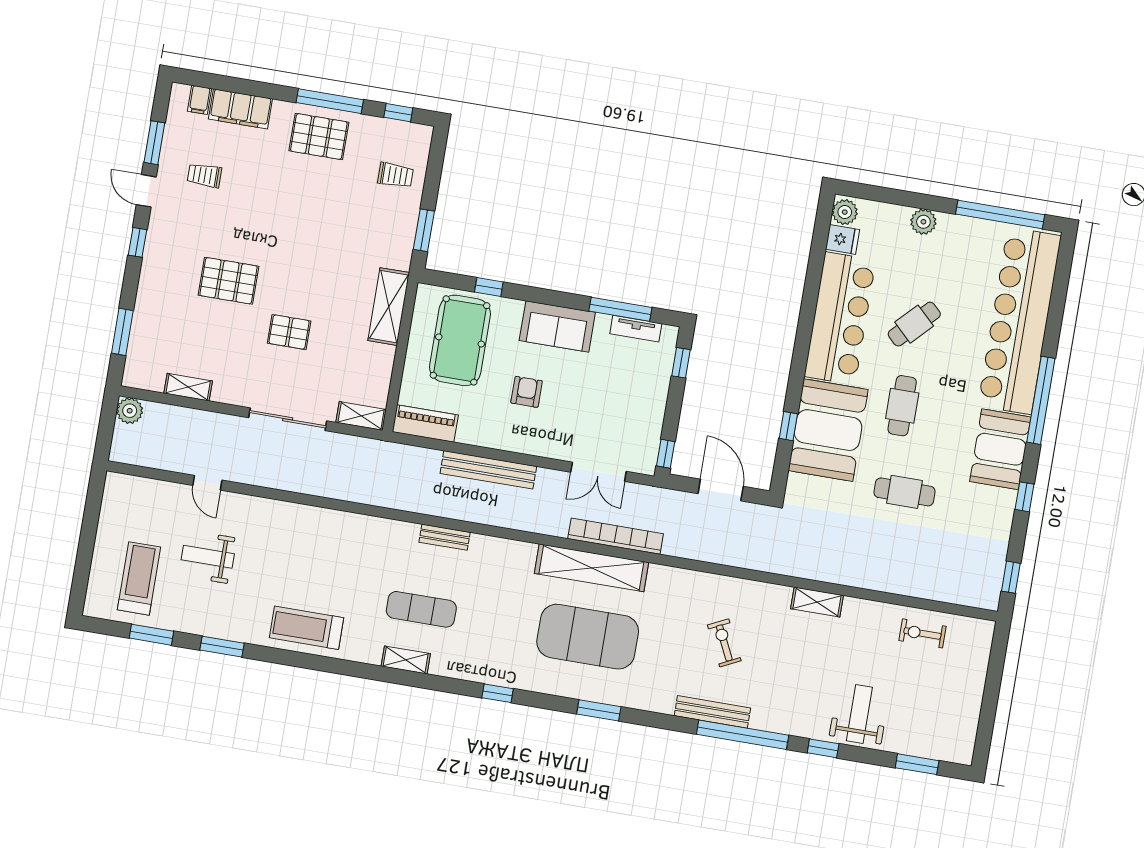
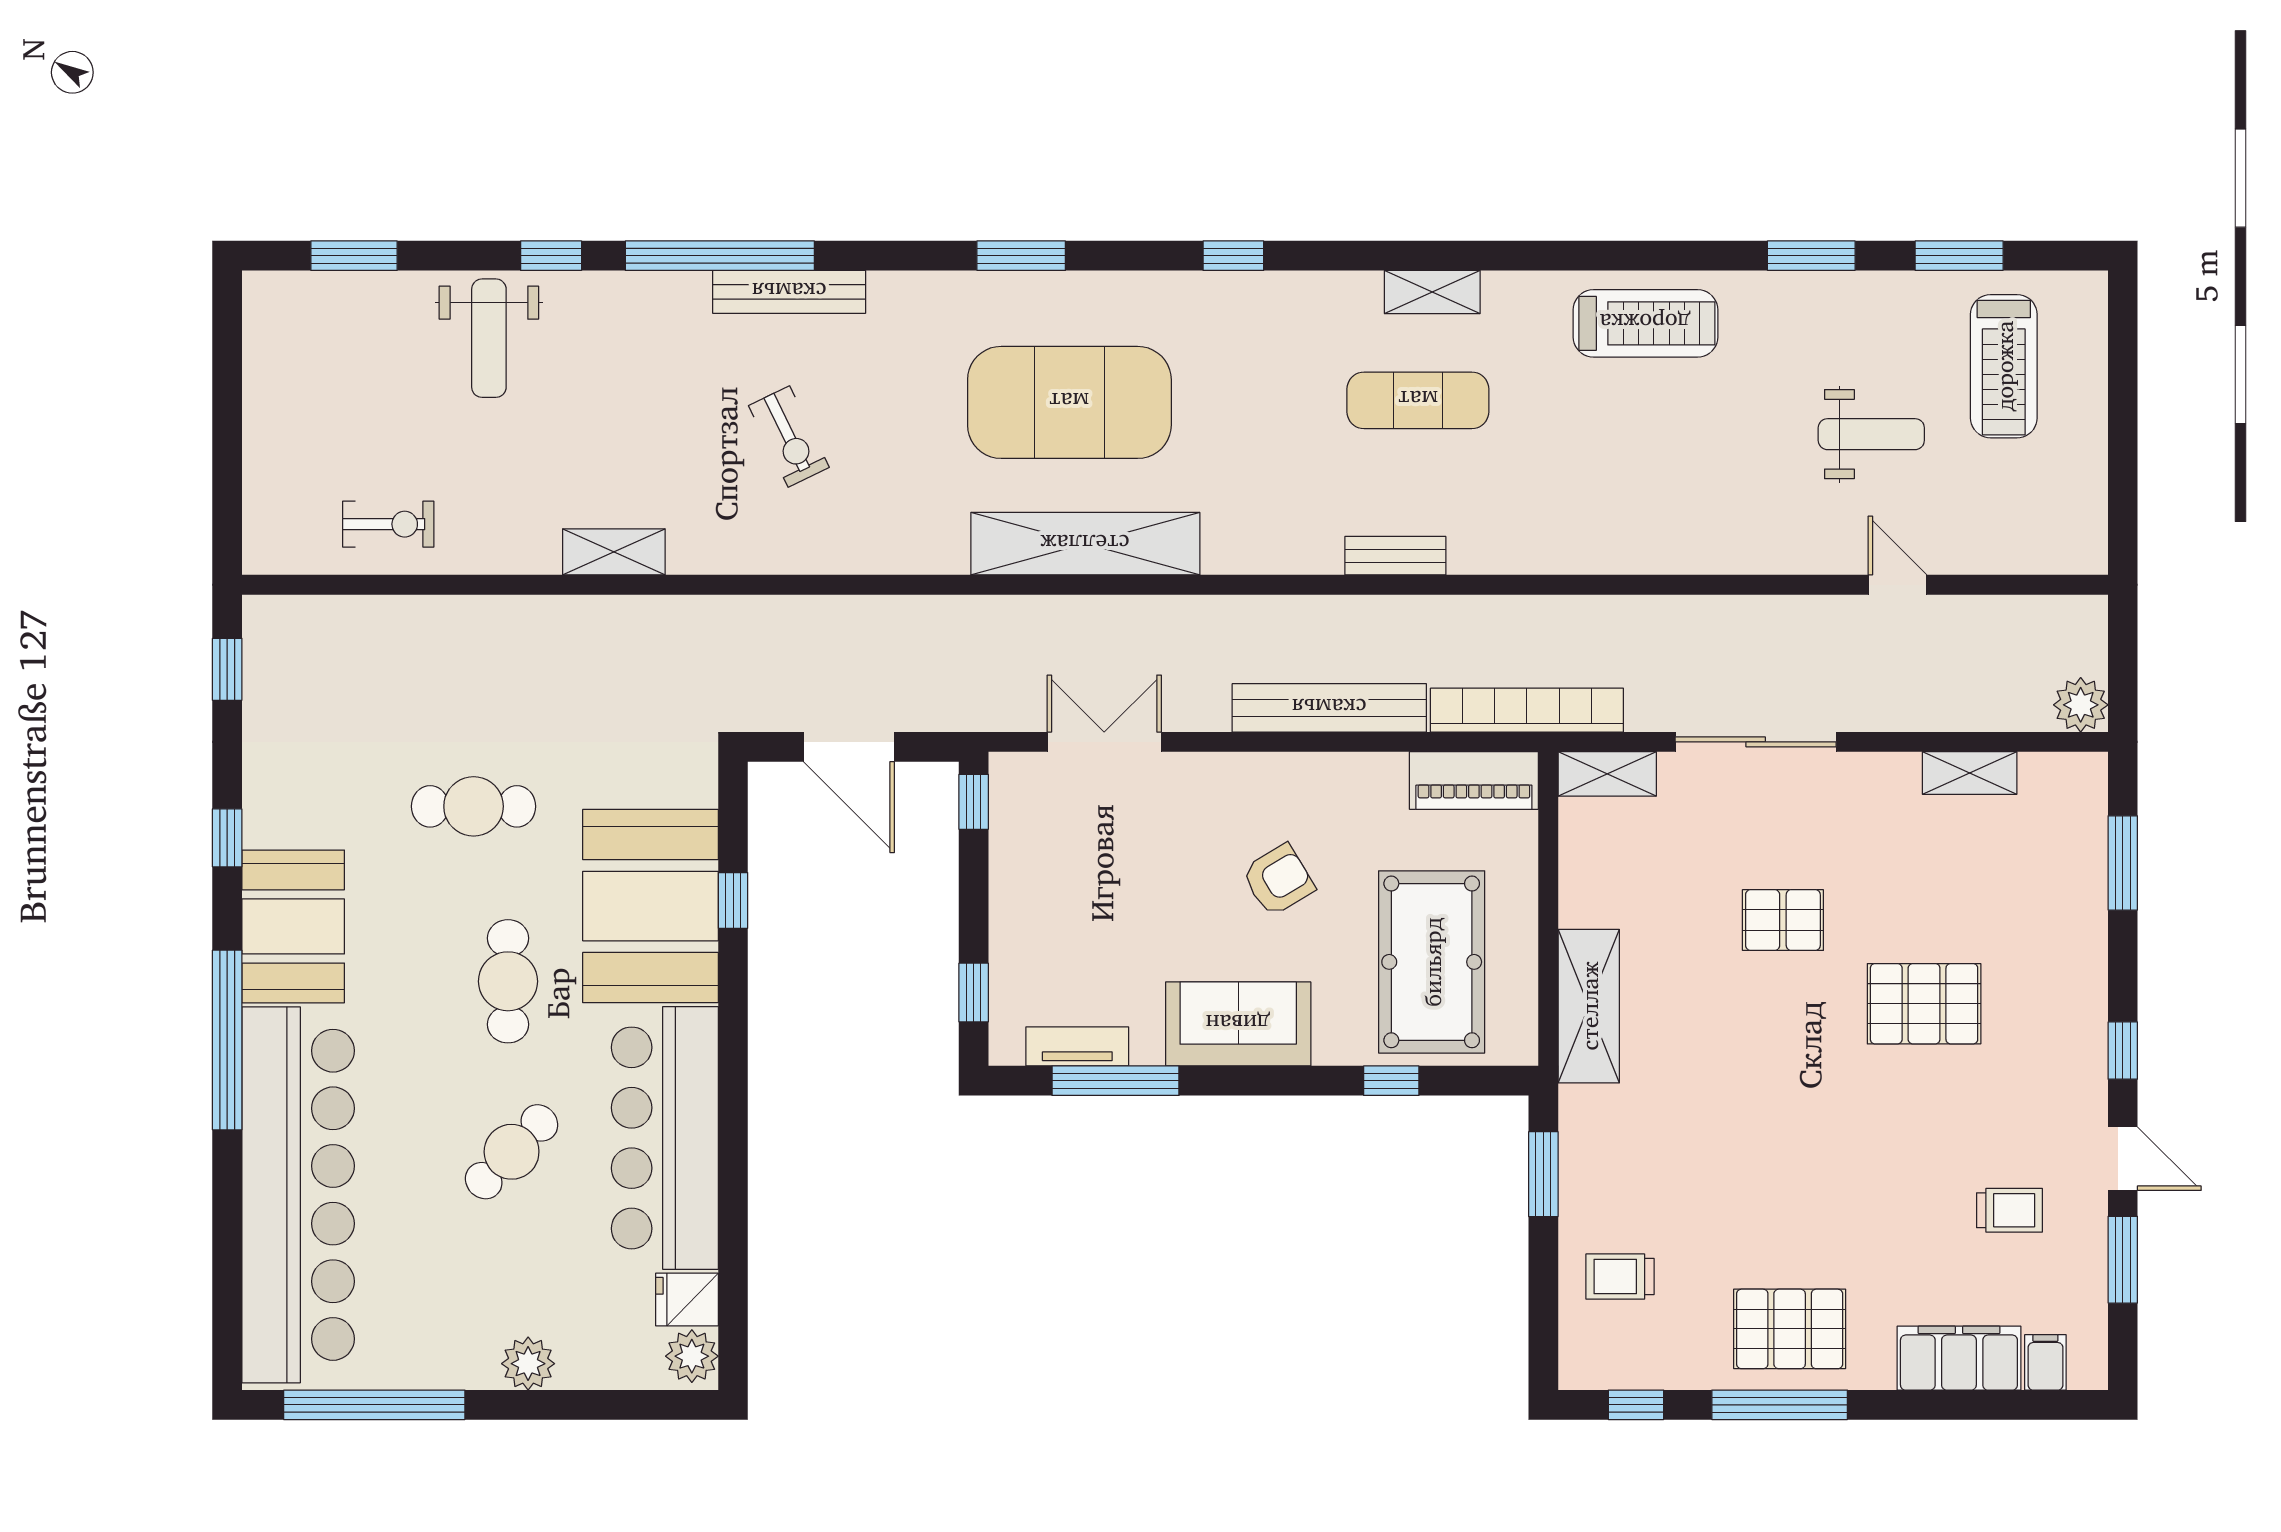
armchair: (527, 392) -> (1278, 880), turned -121
bookcase: (616, 536) -> (1527, 710), moved, turned 180

